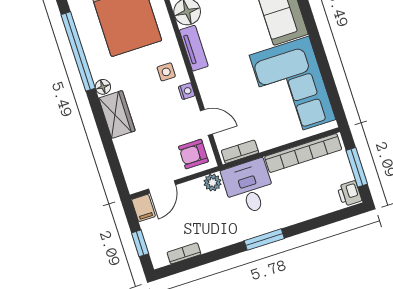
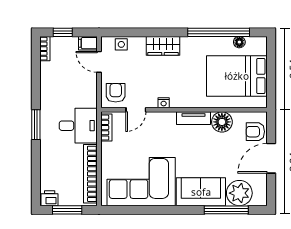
side table: (166, 72) -> (121, 44), moved
floor lamp: (103, 87) -> (239, 42), moved
plant: (213, 182) -> (90, 100), removed
bookcase: (184, 253) -> (45, 49), moved

